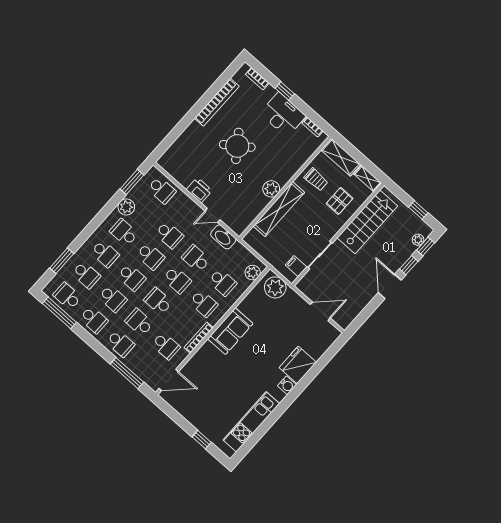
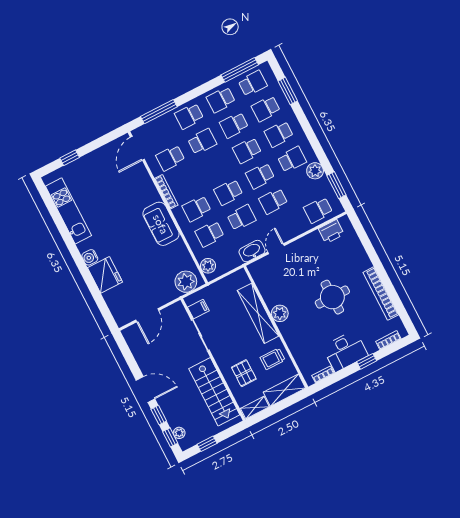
round table: (237, 146) -> (332, 297), turned 36
printer: (199, 190) -> (331, 231), moved
school desk: (158, 301) -> (215, 167), removed

